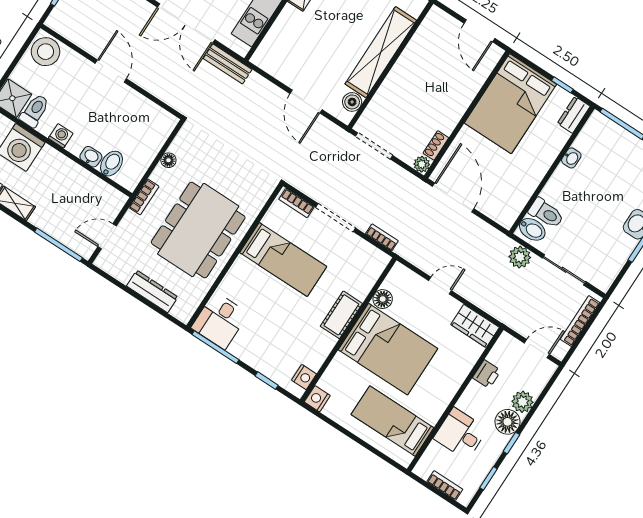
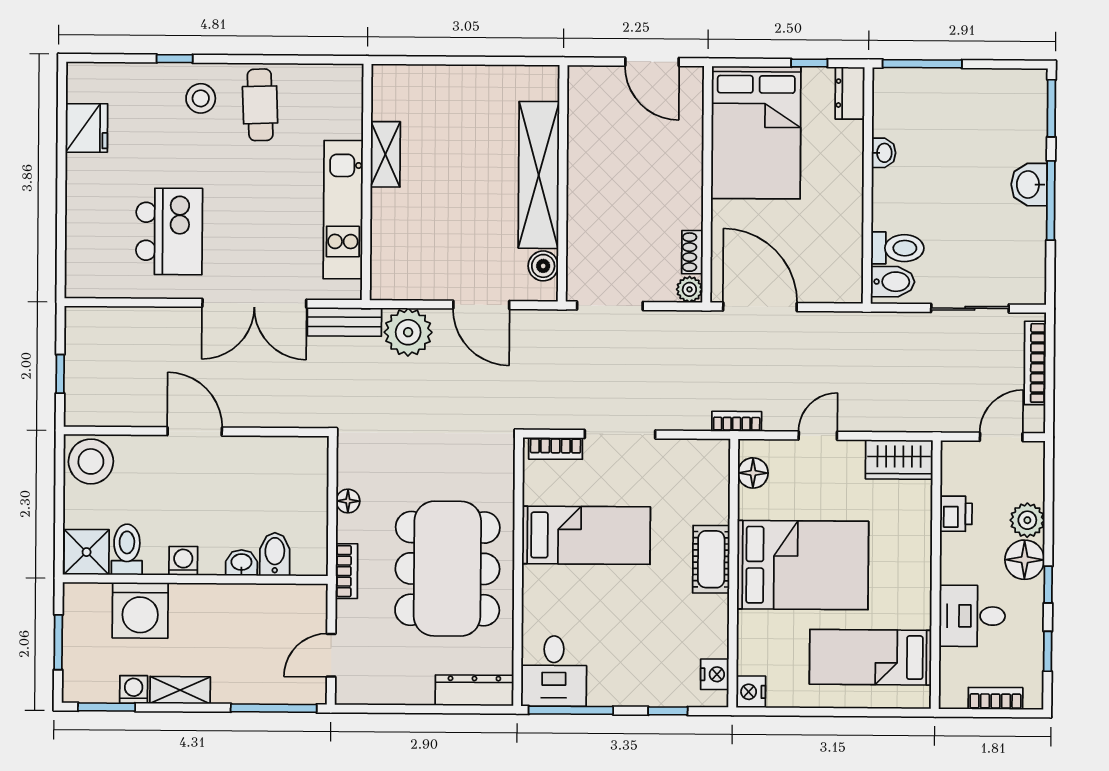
bookcase: (382, 237) -> (737, 421), moved
plant: (520, 257) -> (408, 332), moved, width x1.36, depth x1.36
dresser: (152, 291) -> (474, 690), moved
floor lamp: (383, 299) -> (753, 473), moved

